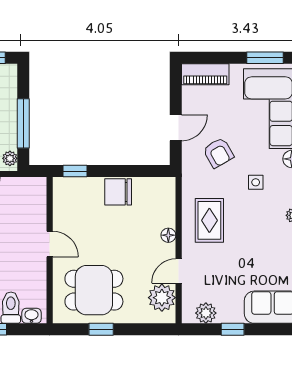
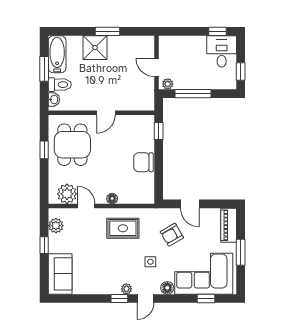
window: (265, 58) -> (241, 252), moved
chair: (118, 192) -> (143, 162), turned -90

